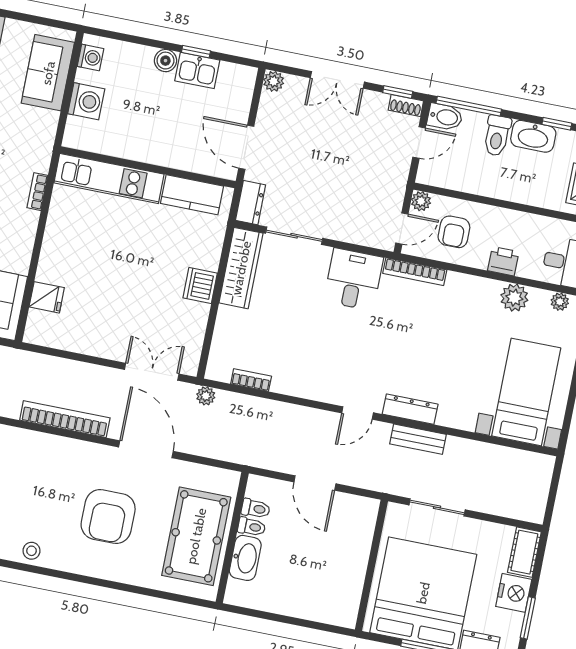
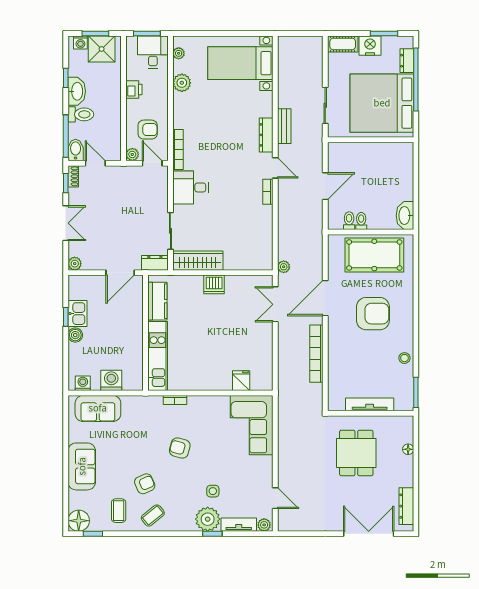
printer: (503, 261) -> (134, 90), moved, turned 180
bookcase: (251, 380) -> (268, 192), moved
washbasin: (245, 558) -> (405, 216), moved, turned -90

